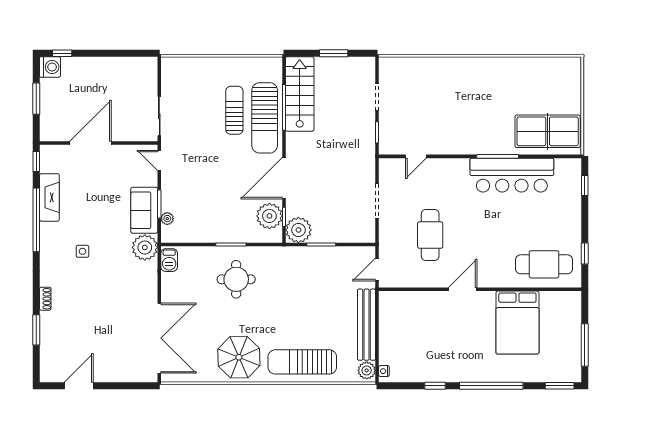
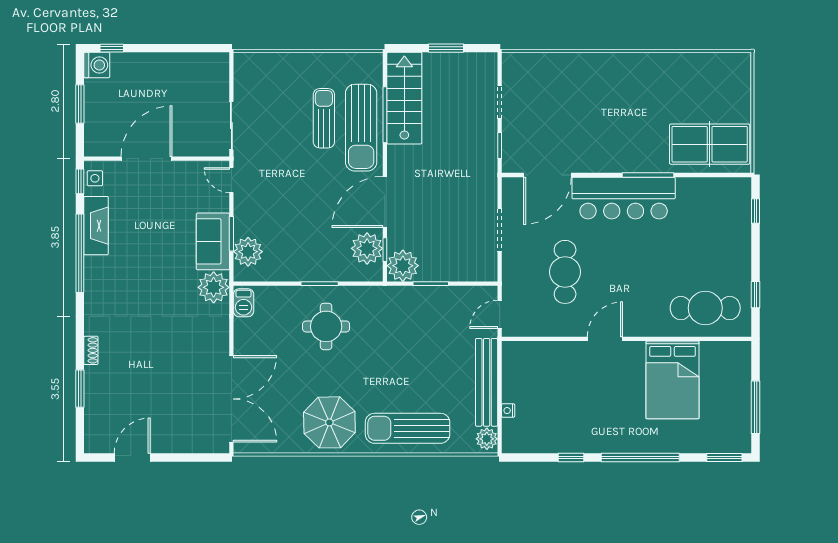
door: (416, 156) -> (547, 175), width x1.88
bar counter: (512, 175) -> (624, 198), moved
plant: (167, 219) -> (248, 252), width x1.87, depth x1.87
side table: (82, 251) -> (95, 178), moved
nightstand: (384, 371) -> (508, 411), moved

